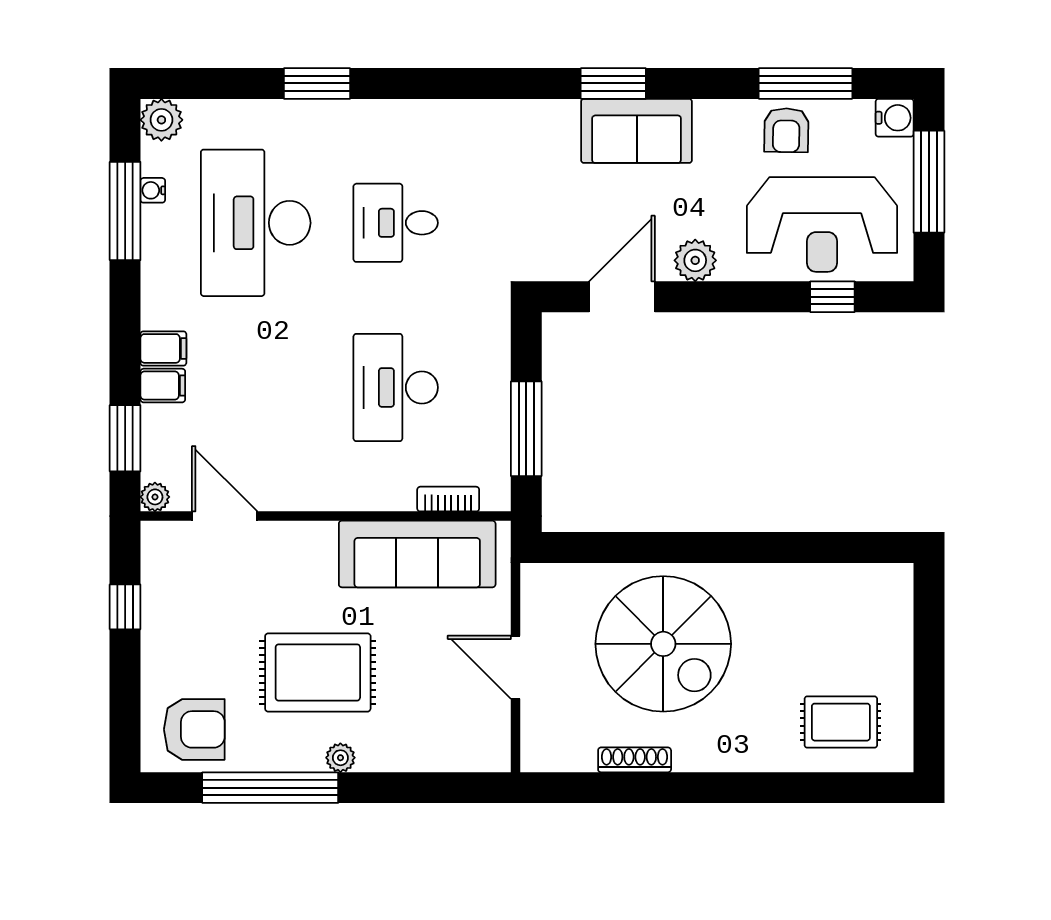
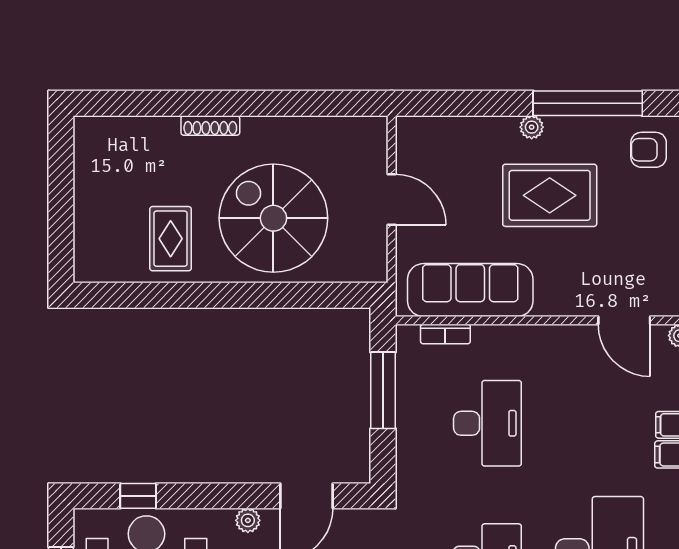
plant: (695, 260) -> (248, 520), width x0.73, depth x0.73
rug: (841, 722) -> (171, 239), moved, turned 90
armchair: (194, 729) -> (649, 150), width x0.72, depth x0.72
shoe rack: (635, 760) -> (210, 125), moved

